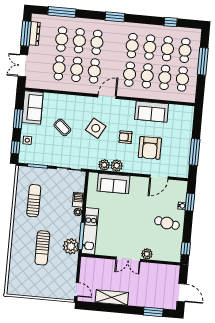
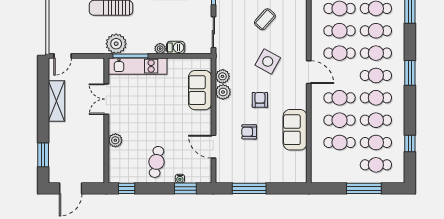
cafe table: (182, 79) -> (376, 75), moved
armchair: (150, 148) -> (249, 132), width x0.53, depth x0.53
double door: (128, 259) -> (106, 99), moved

